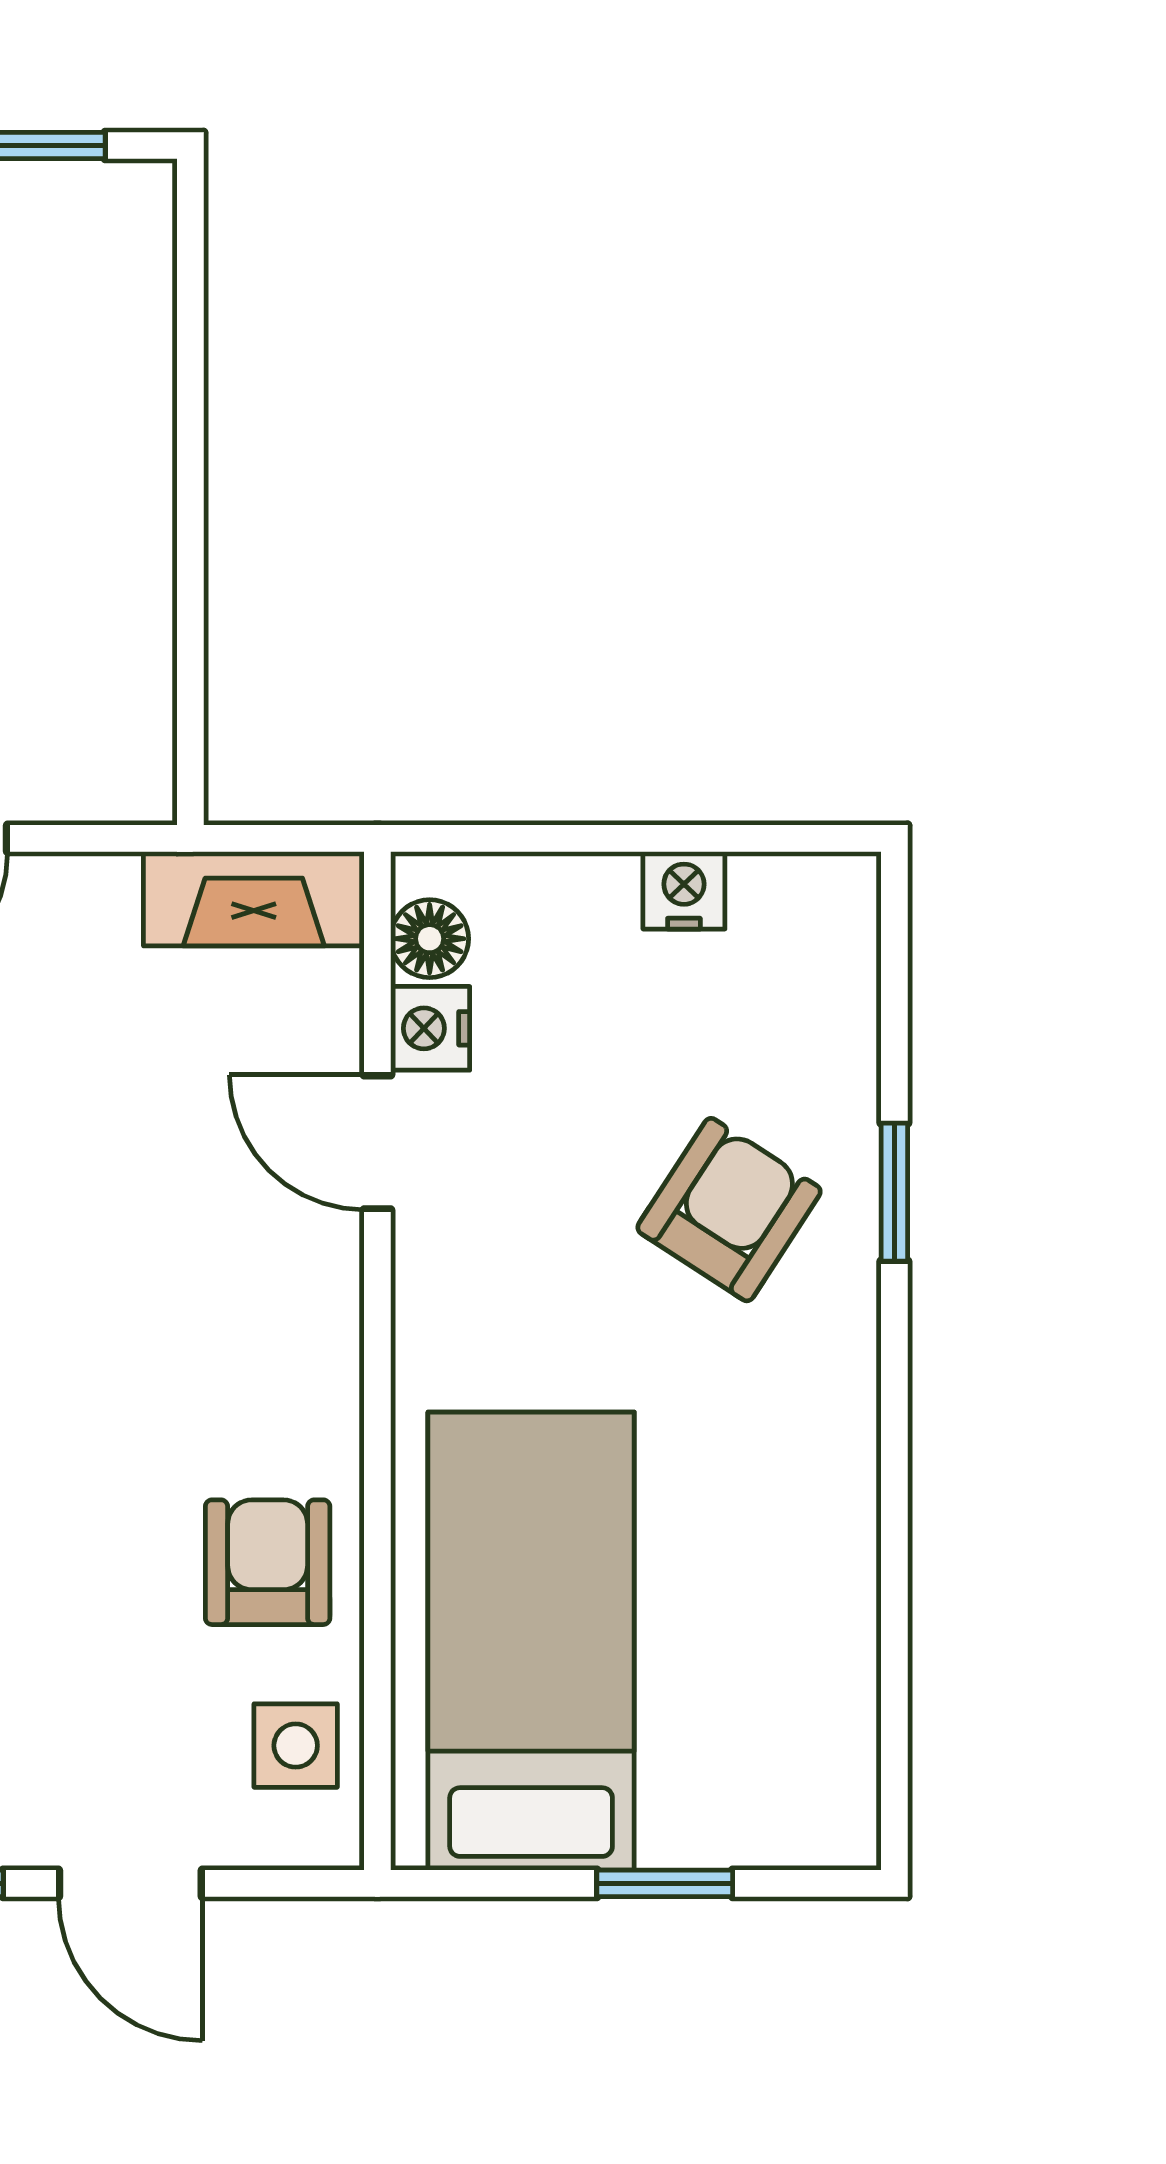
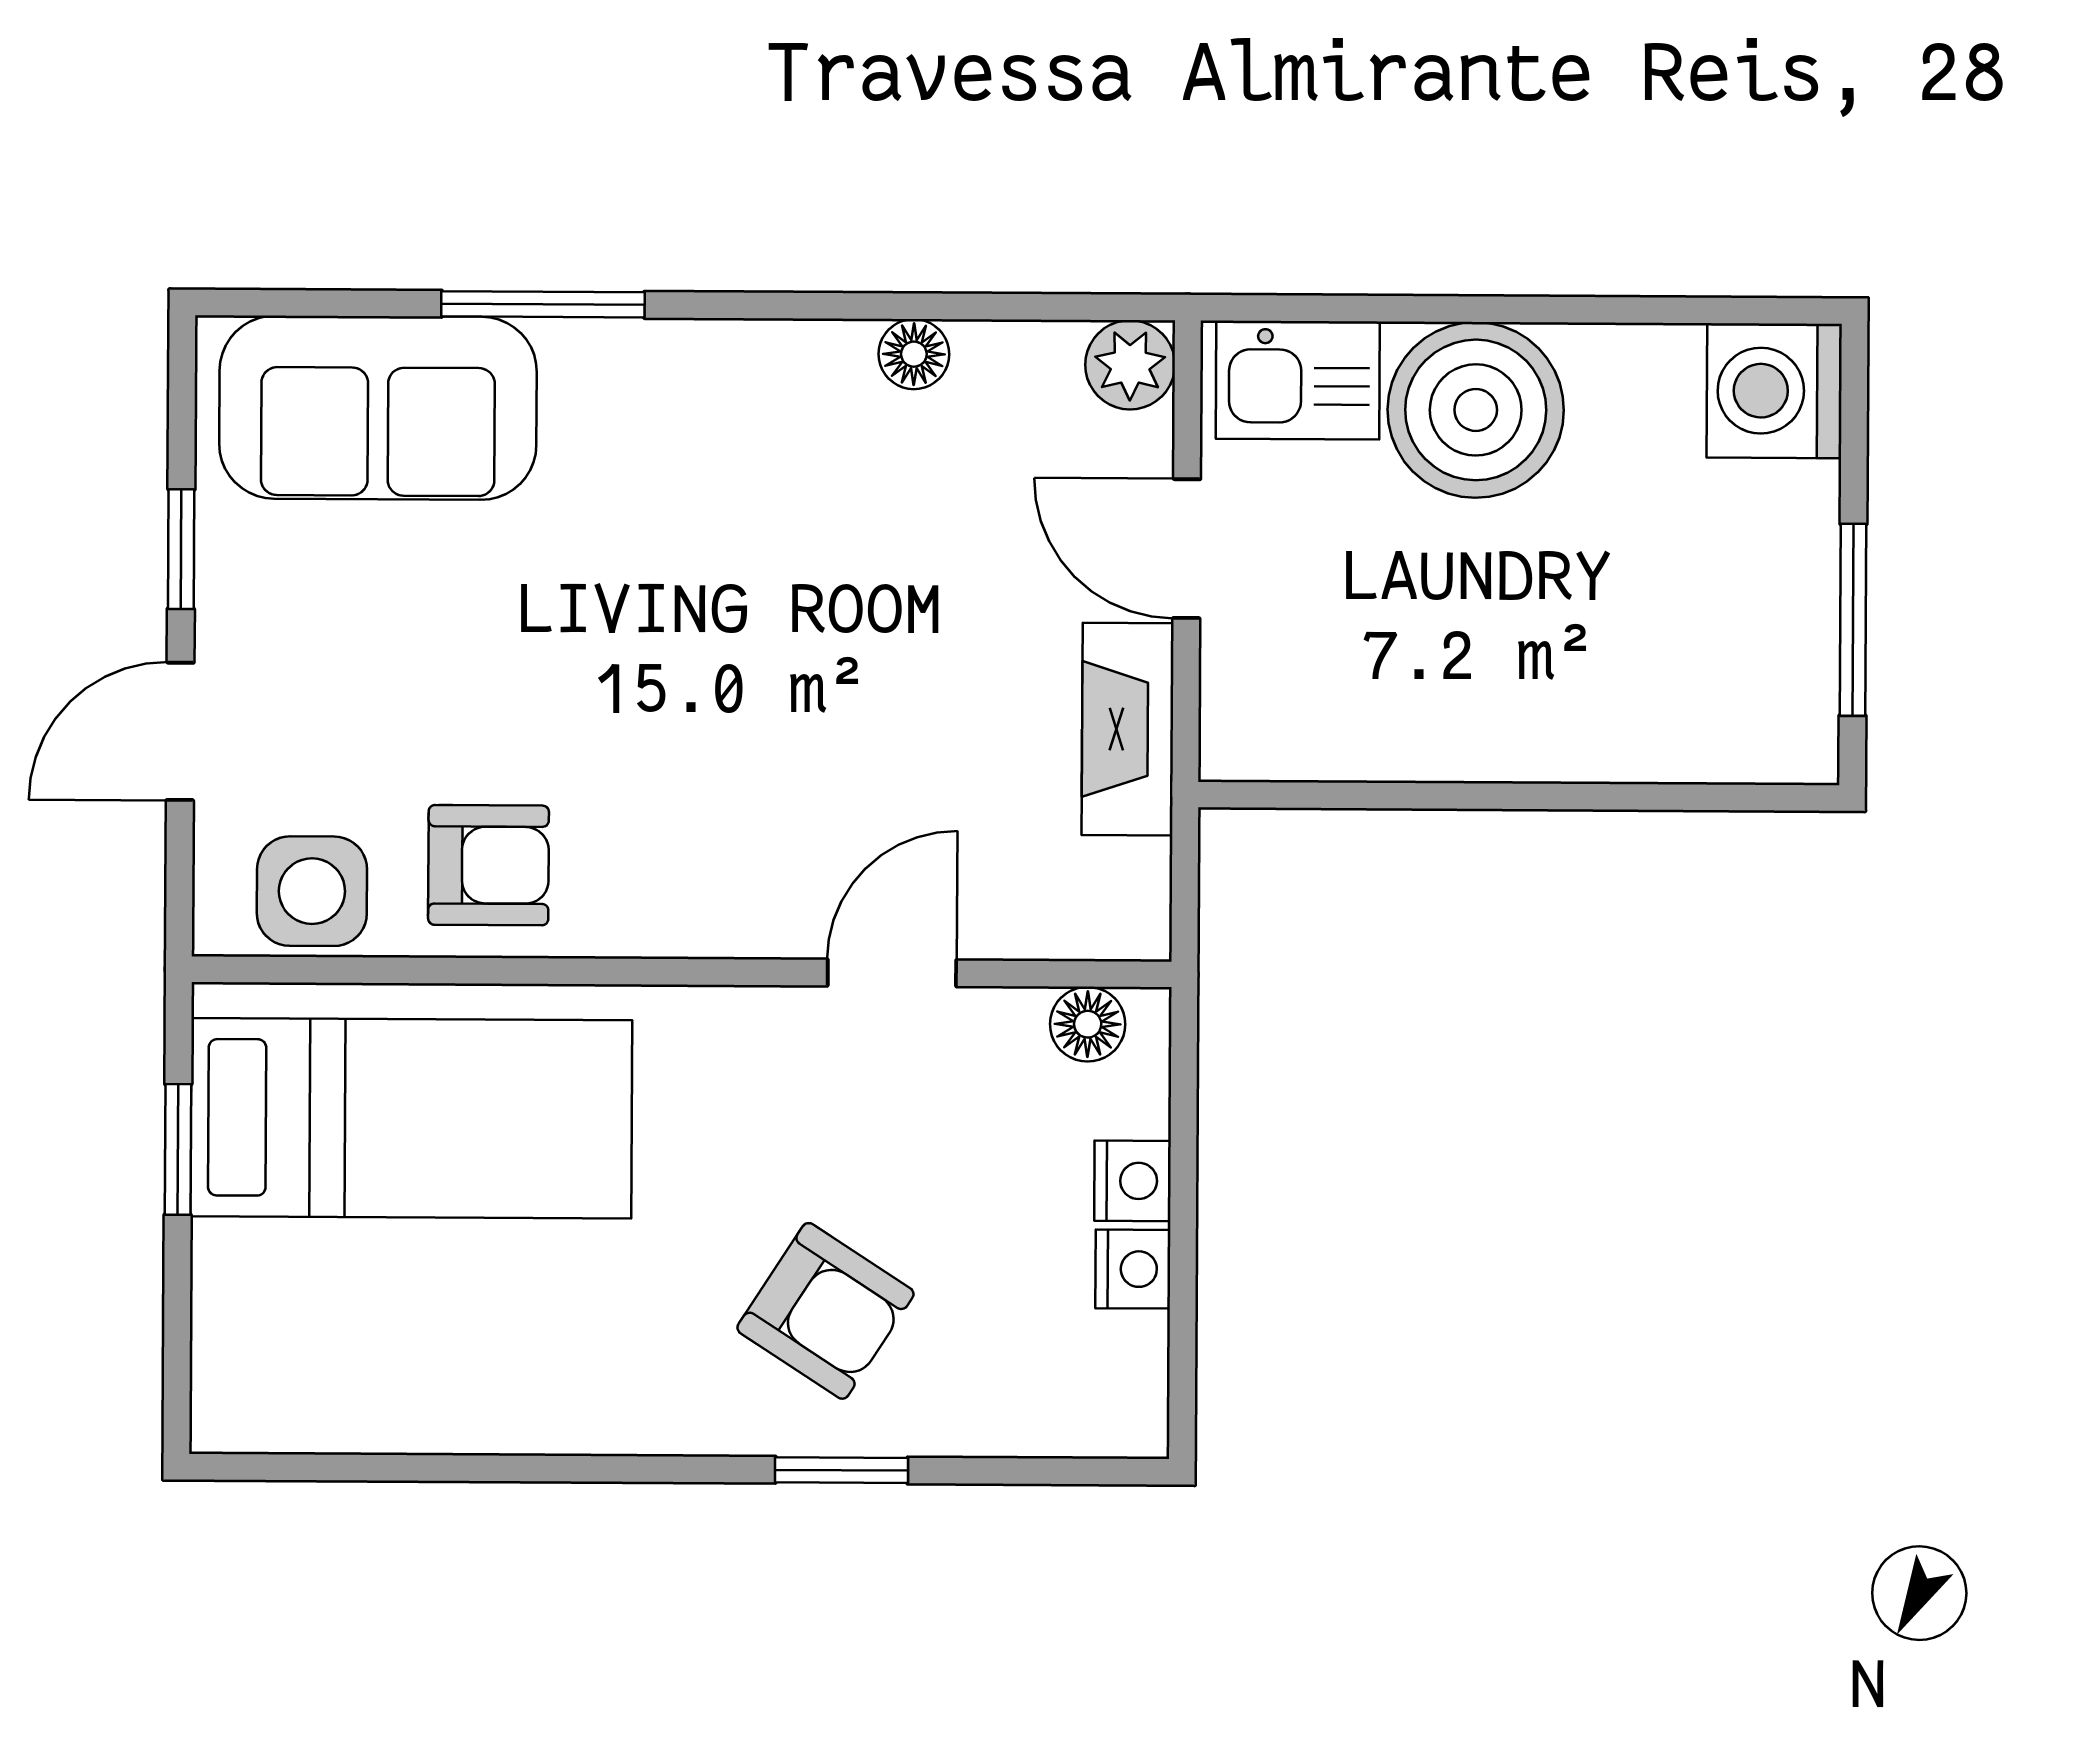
fireplace: (254, 899) -> (1128, 729), moved
nightstand: (430, 1028) -> (1133, 1181), moved, turned 90
side table: (296, 1746) -> (312, 891), width x1.37, depth x1.37
window: (665, 1883) -> (178, 1149), moved

